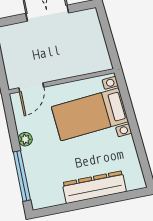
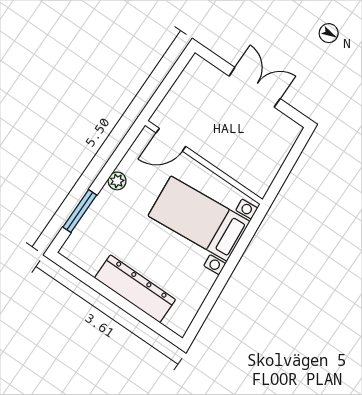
window: (22, 176) -> (80, 211), width x0.69

